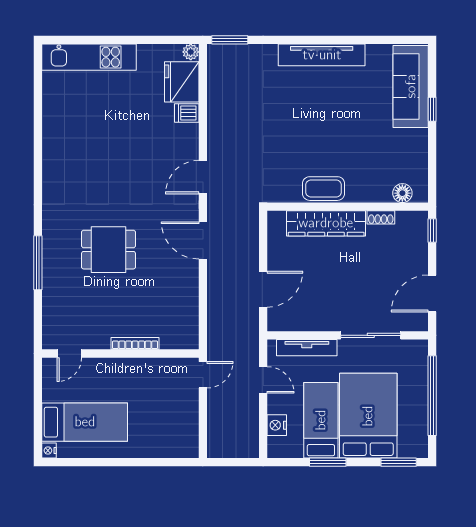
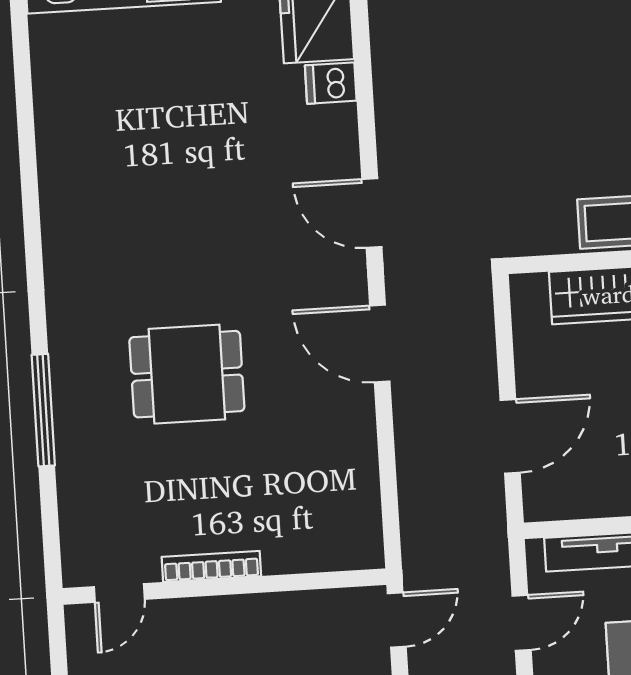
door: (203, 177) -> (372, 213), hinge flipped
bookcase: (135, 343) -> (211, 566), moved
door: (263, 380) -> (522, 623), hinge flipped

